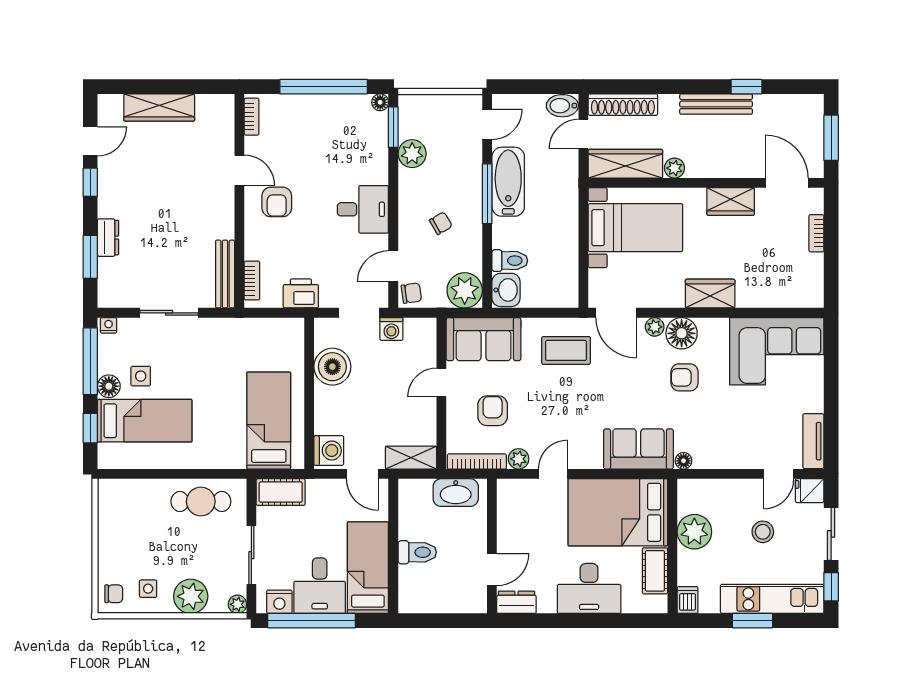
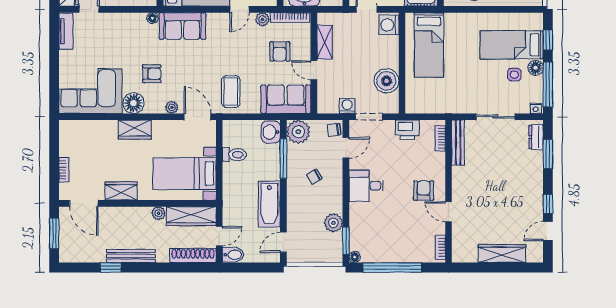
window: (487, 194) -> (283, 159), moved
dresser: (108, 238) -> (536, 137), moved
toilet: (510, 261) -> (234, 155), moved, turned 180
floor lamp: (682, 333) -> (134, 103), moved
coffee table: (566, 350) -> (231, 92), turned 90
door: (441, 383) -> (314, 70), swing flipped
shelving: (411, 458) -> (325, 42), moved, turned 90

